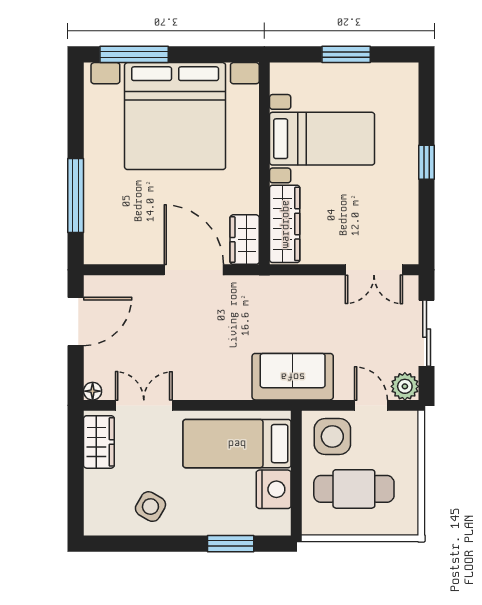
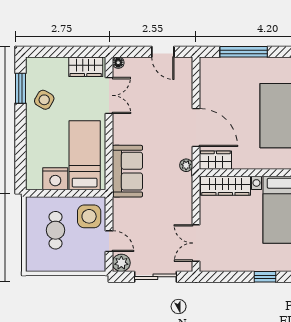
door: (194, 270) -> (196, 128), hinge flipped
plant: (253, 285) -> (186, 165), added
door: (76, 321) -> (163, 52), width x0.73
sofa: (293, 377) -> (127, 171), moved
door: (371, 405) -> (109, 241), hinge flipped
cafe table: (354, 489) -> (56, 230), width x0.73, depth x0.74
window: (231, 544) -> (20, 88), moved

